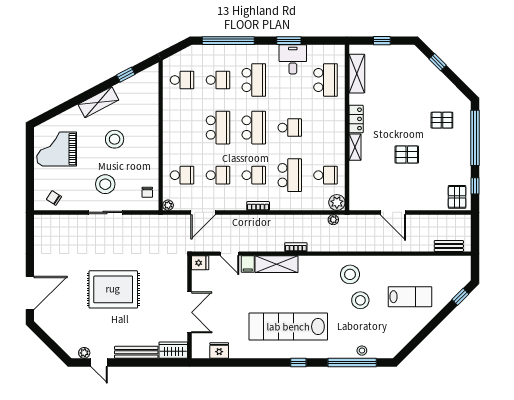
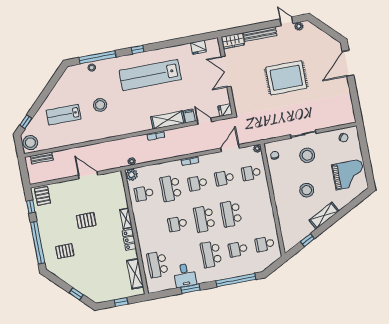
stool: (350, 274) -> (30, 143), moved
lab bench: (288, 327) -> (150, 75), turned 180

